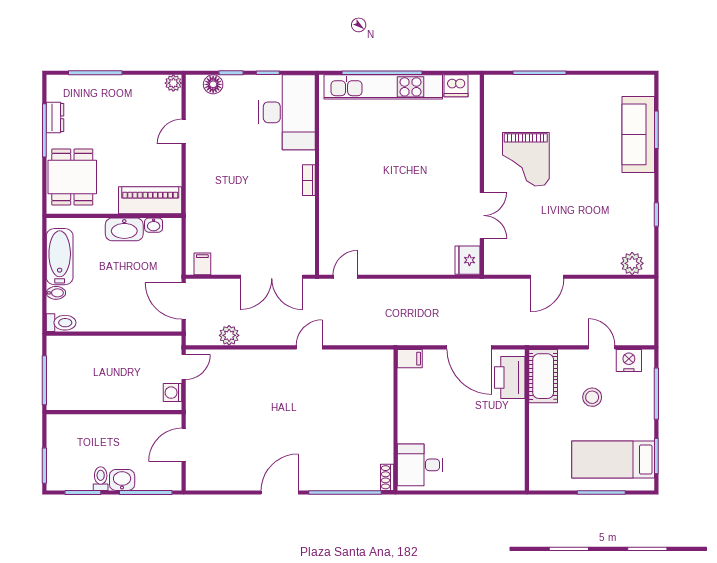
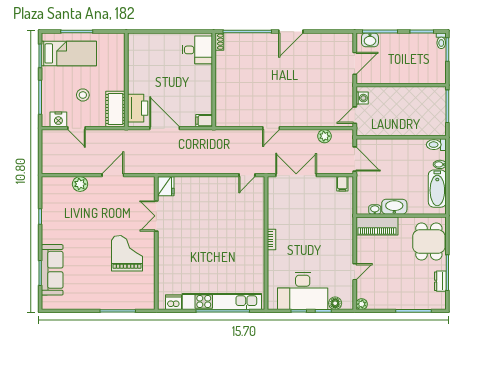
desk: (287, 112) -> (303, 291), moved, turned -90
plant: (632, 263) -> (80, 184), moved
toilet: (101, 479) -> (441, 41), moved
washbasin: (122, 480) -> (370, 40), moved

